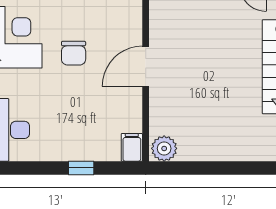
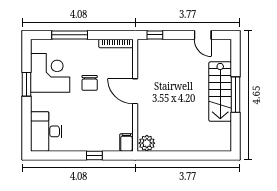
door: (146, 66) -> (135, 91), hinge flipped

